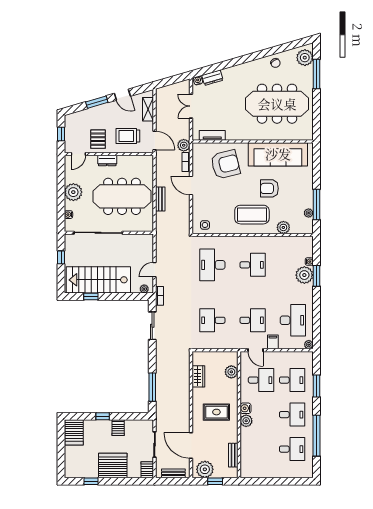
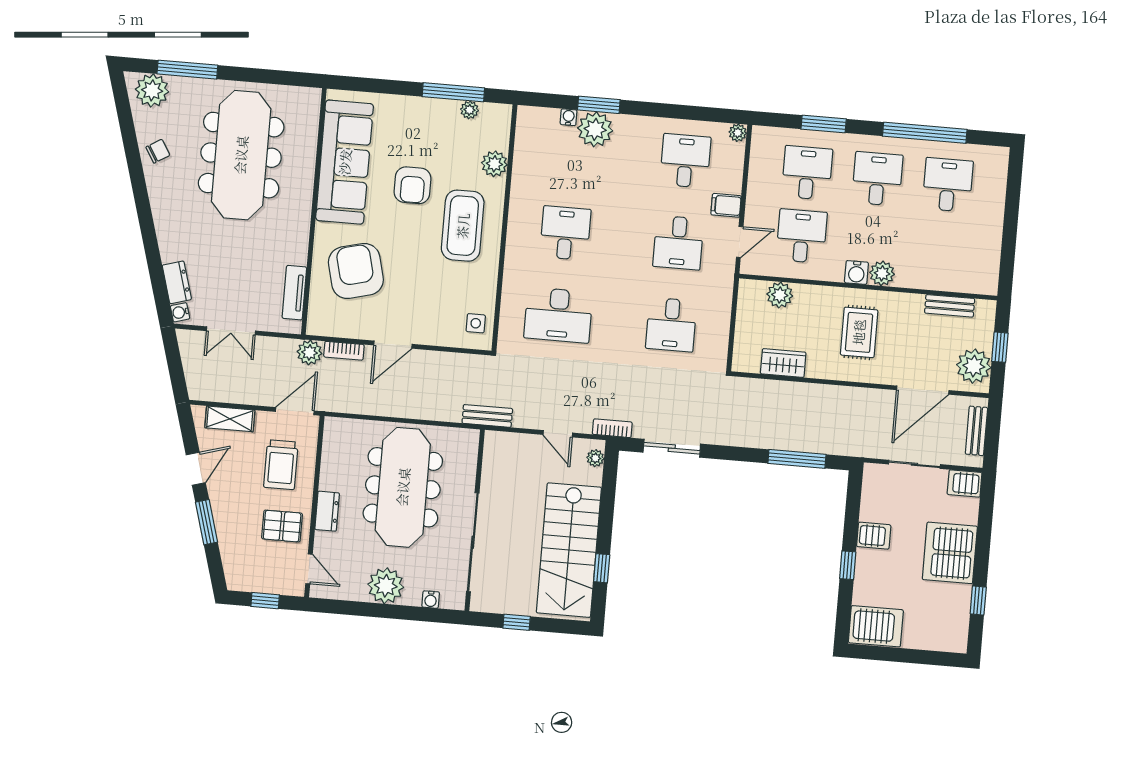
bench: (160, 199) -> (487, 416), moved
desk: (253, 320) -> (678, 243), turned 180
desk: (293, 320) -> (685, 161), width x0.73

